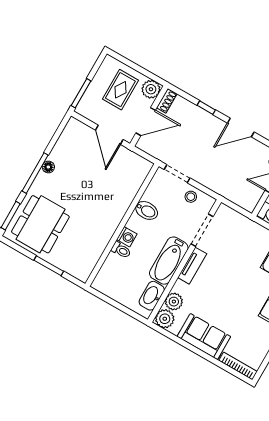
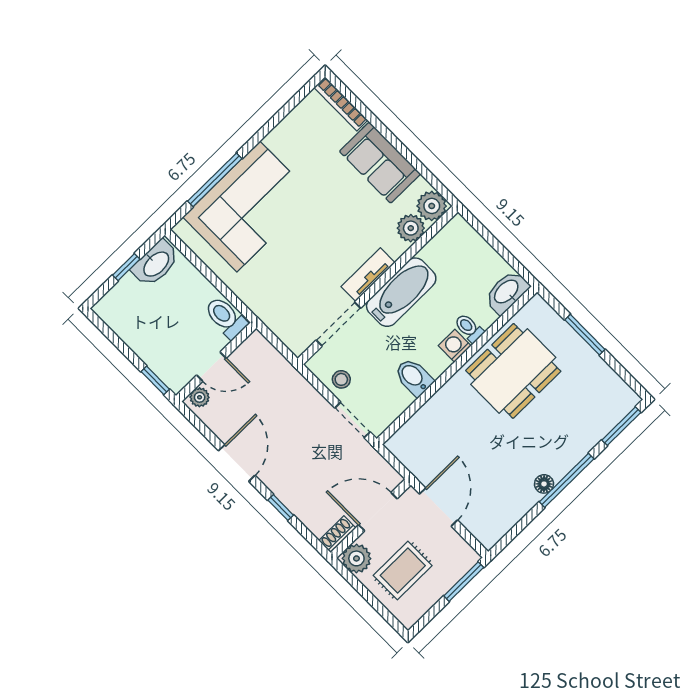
door: (241, 127) -> (237, 463), hinge flipped
dining table: (40, 224) -> (513, 371), moved
washbasin: (152, 296) -> (507, 292), moved, turned 180

